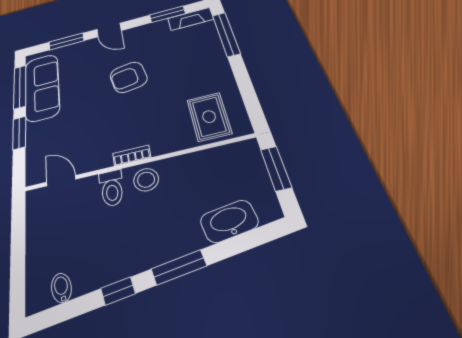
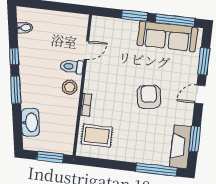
fireplace: (190, 19) -> (181, 147), width x1.37, depth x1.32
bookcase: (132, 155) -> (86, 105), moved
door: (61, 181) -> (86, 50), moved

